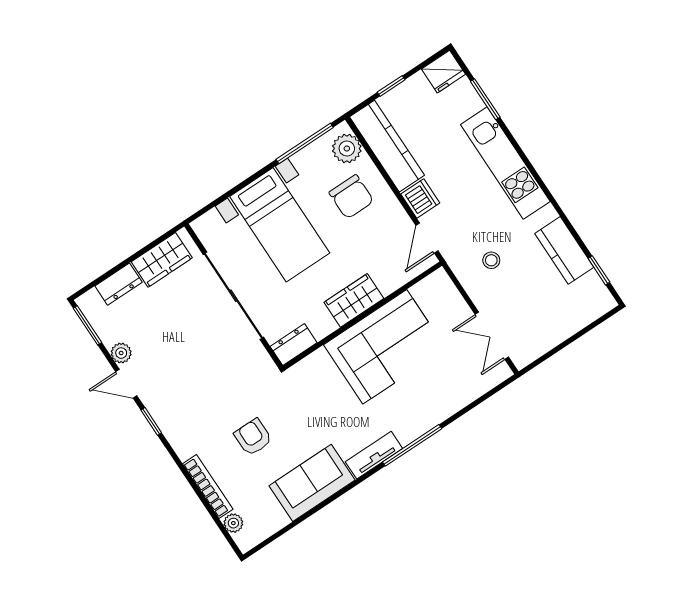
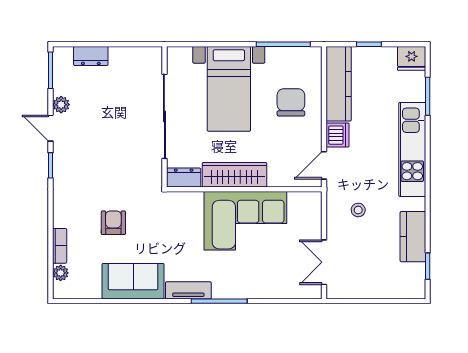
plant: (347, 149) -> (310, 67), removed
chair: (351, 197) -> (291, 102), turned 180
wardrobe: (162, 260) -> (132, 59), removed
wardrobe: (354, 300) -> (235, 175), width x1.50
bookcase: (208, 487) -> (60, 246), width x0.64

